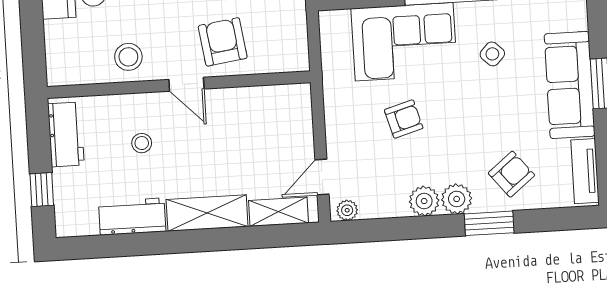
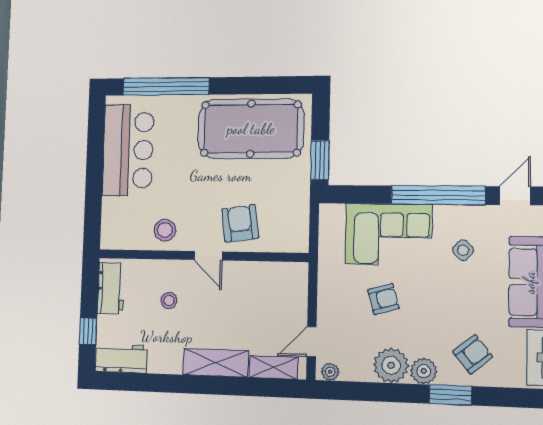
plant: (424, 201) -> (391, 365), width x1.36, depth x1.36
workbench: (132, 217) -> (121, 359), moved

